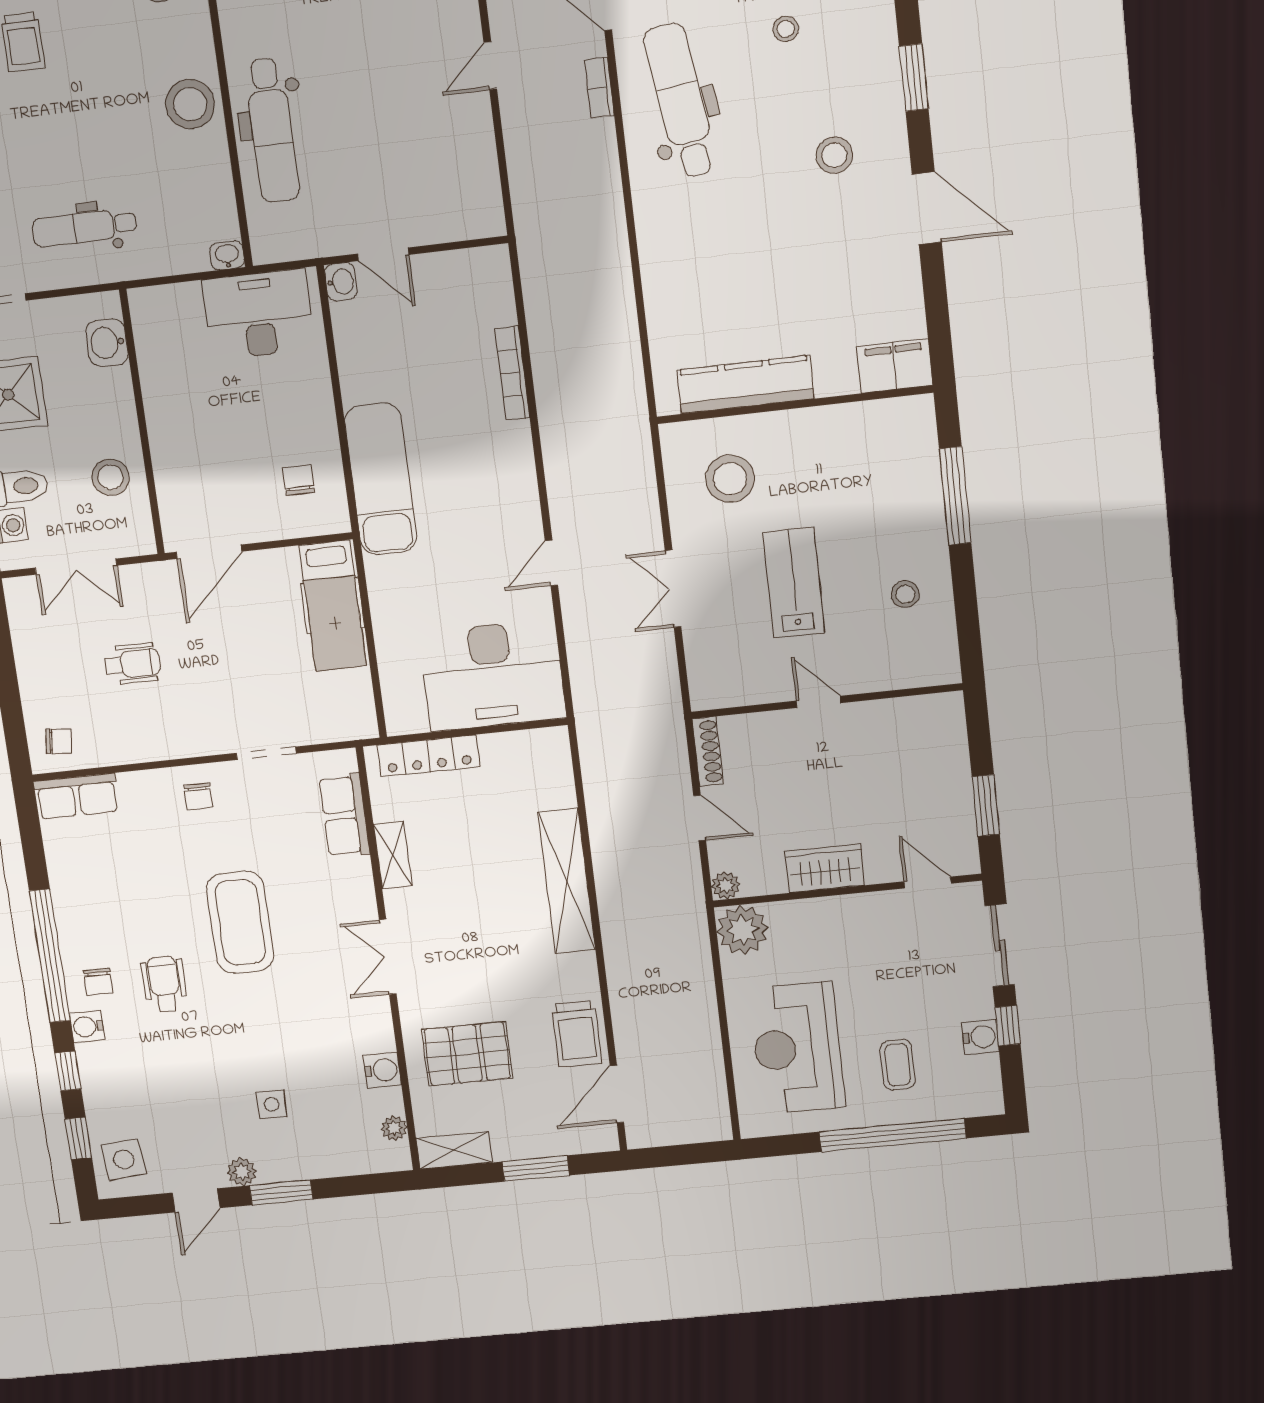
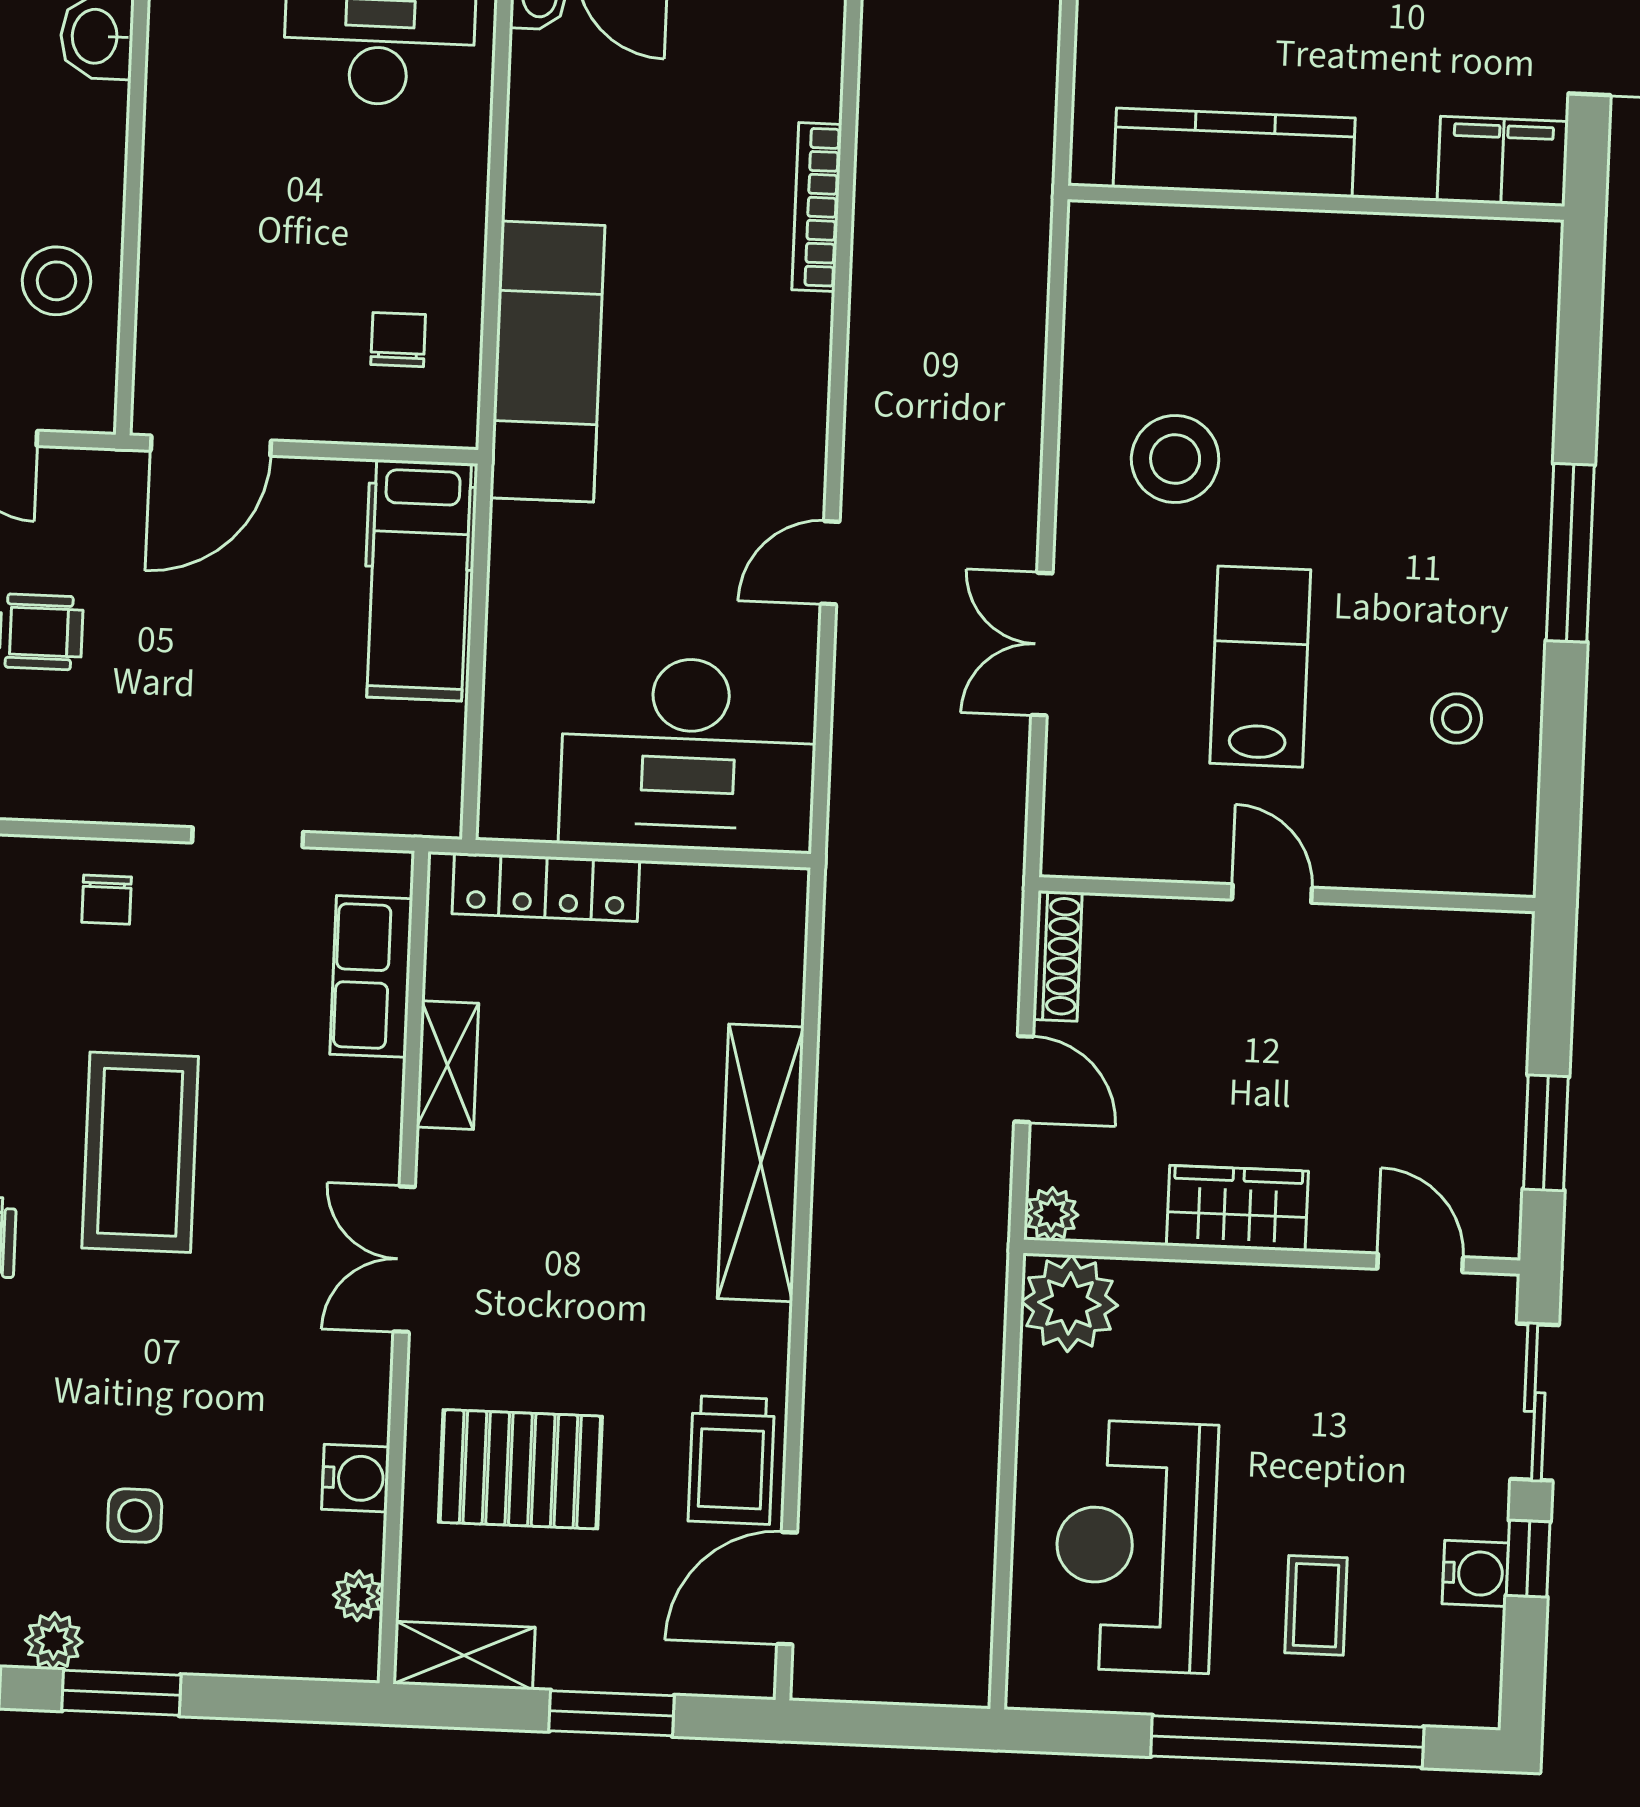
filing cabinet: (895, 366) -> (1503, 161), moved
kitchen counter: (745, 385) -> (1234, 153), moved
wall: (795, 405) -> (1316, 203), moved

